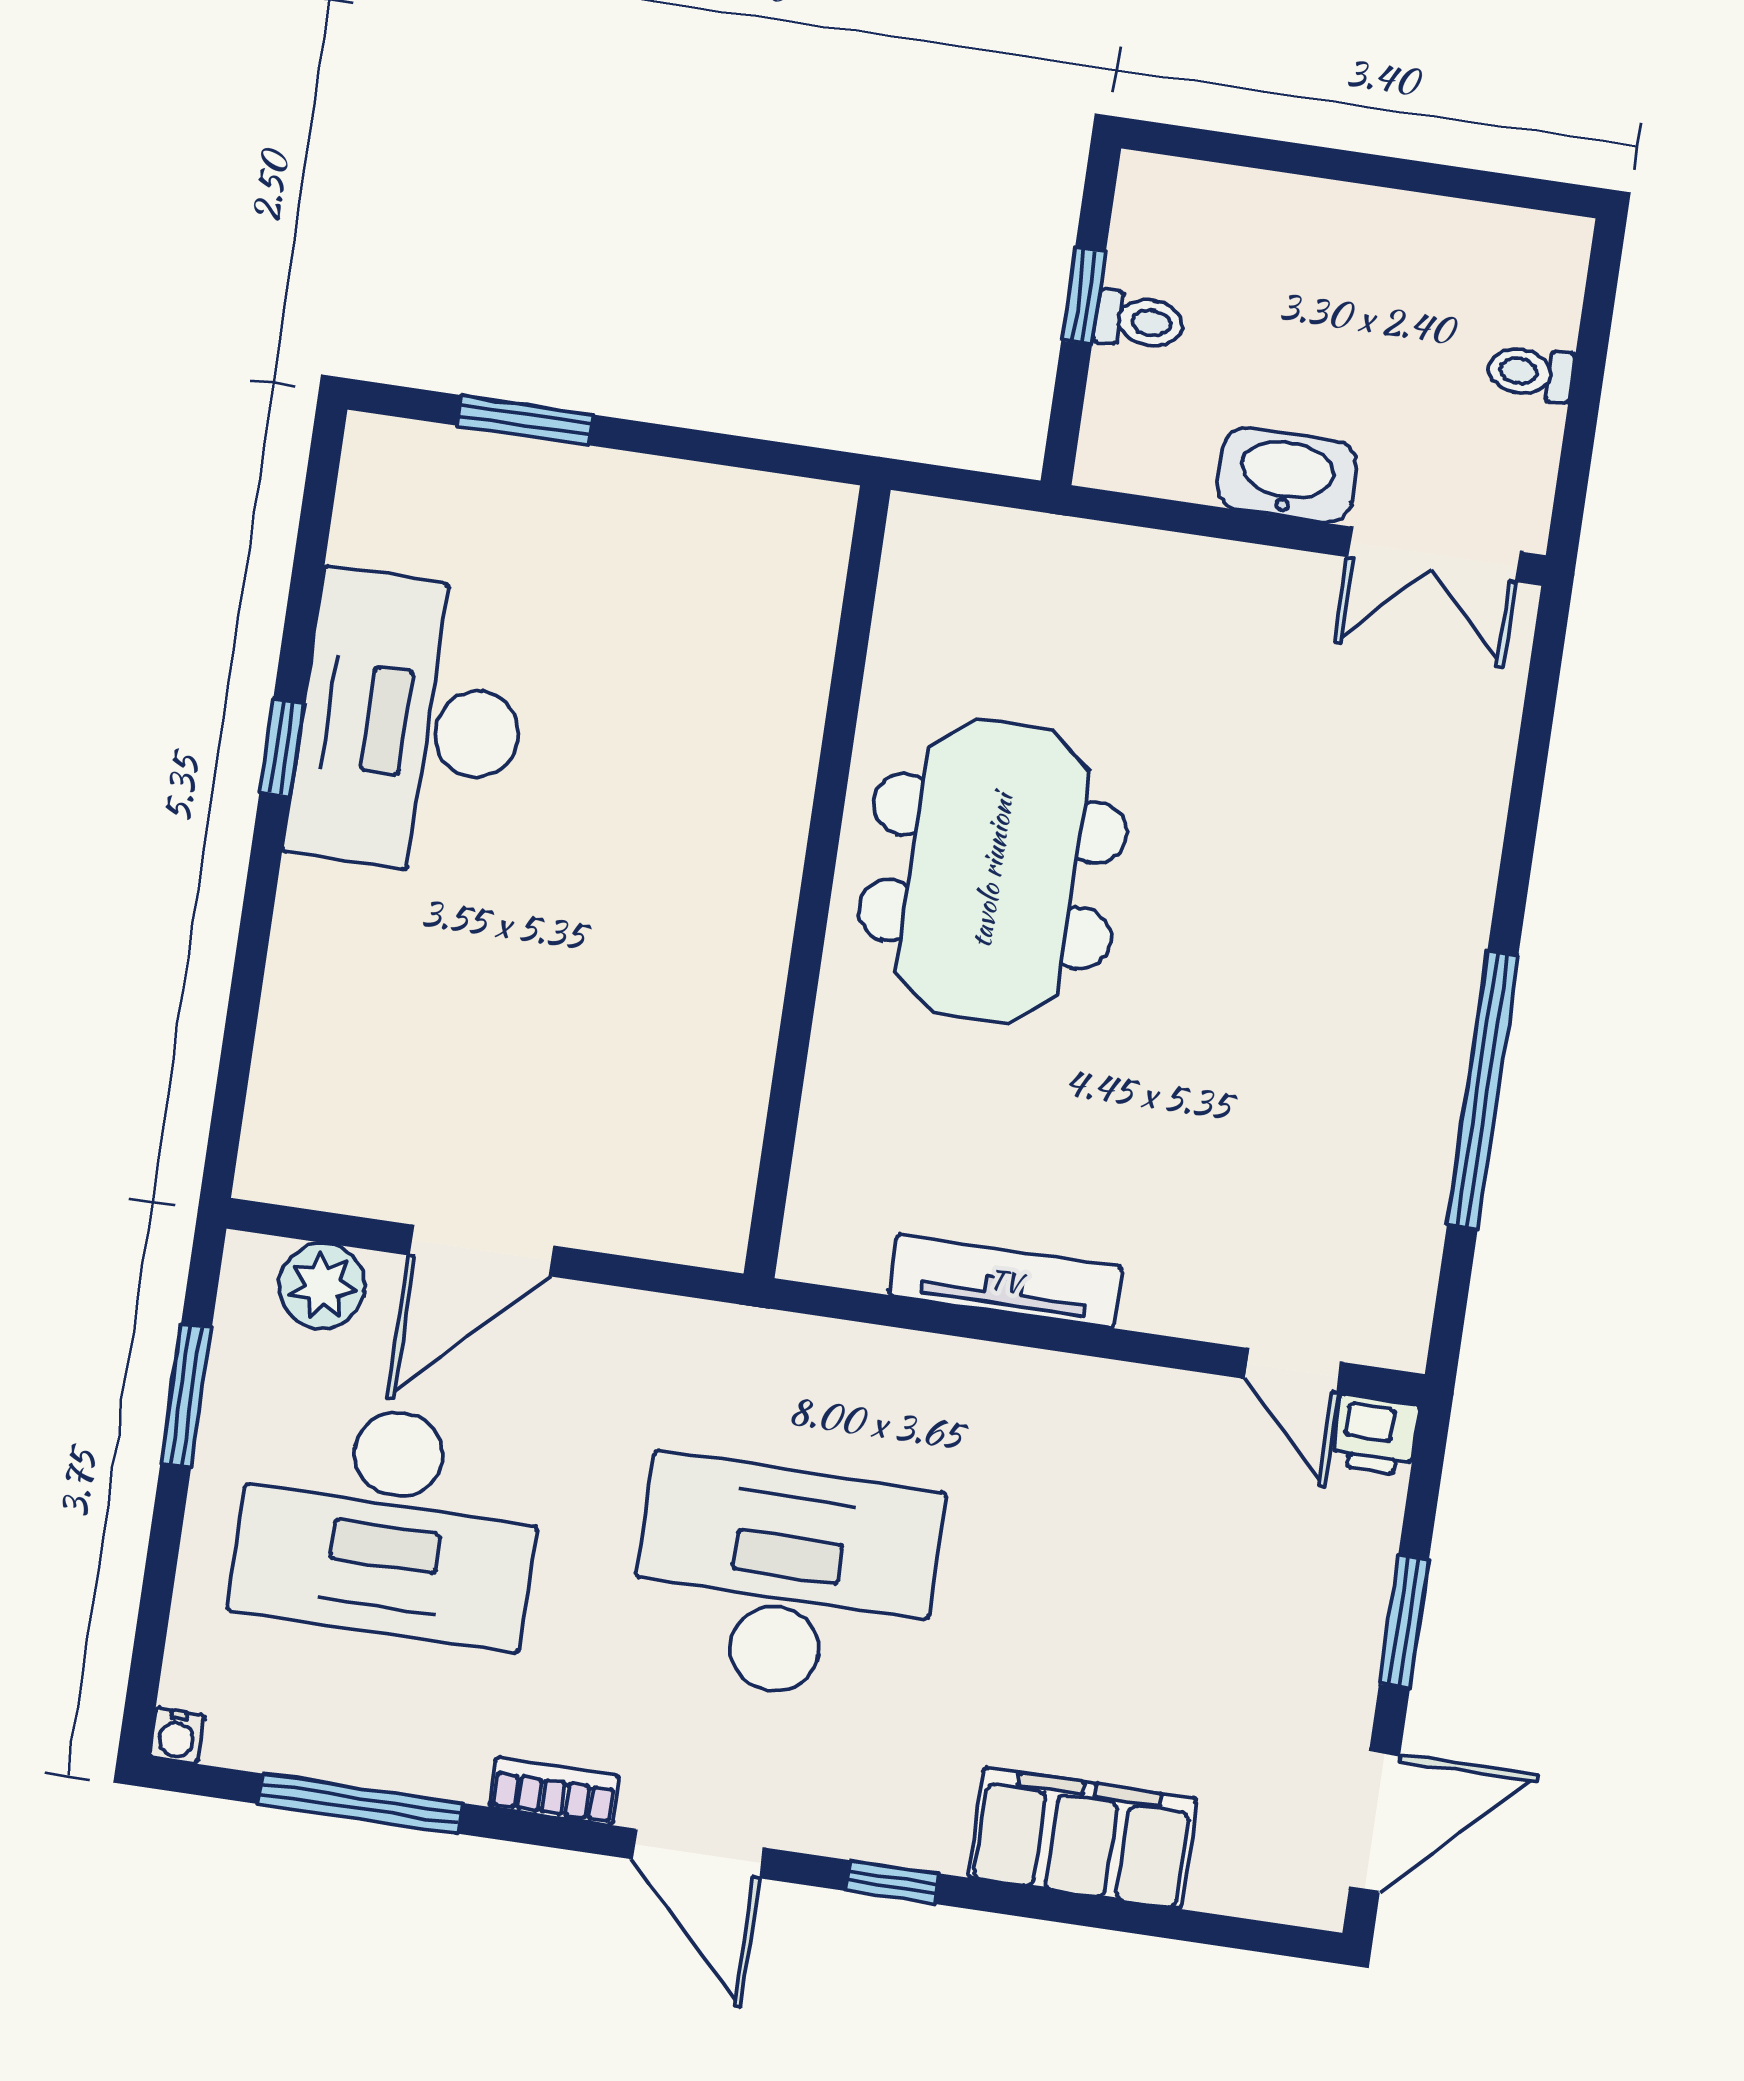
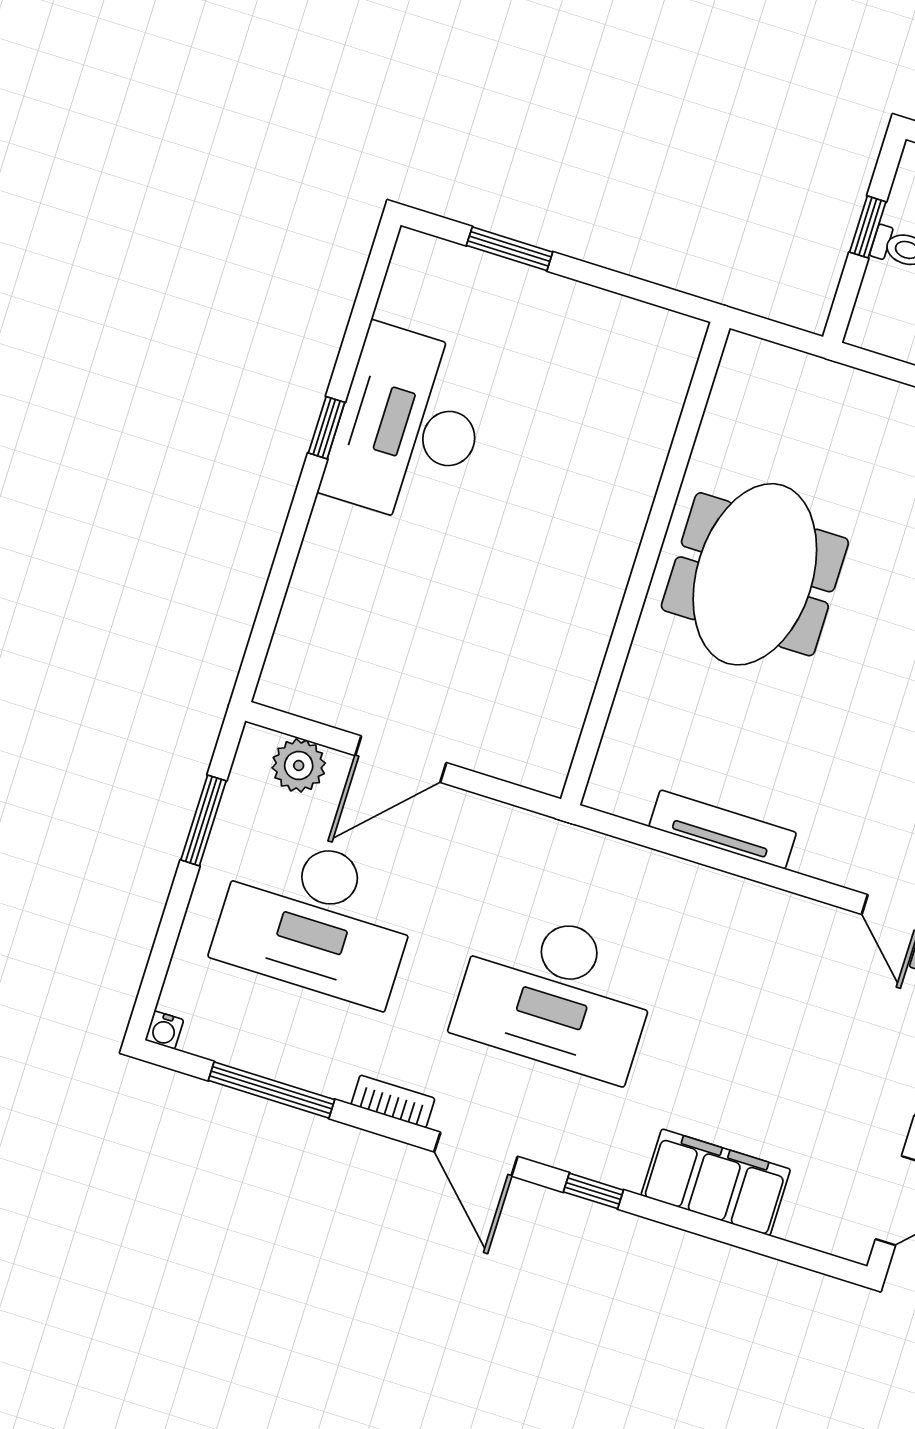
desk: (784, 1581) -> (556, 994), turned 180

